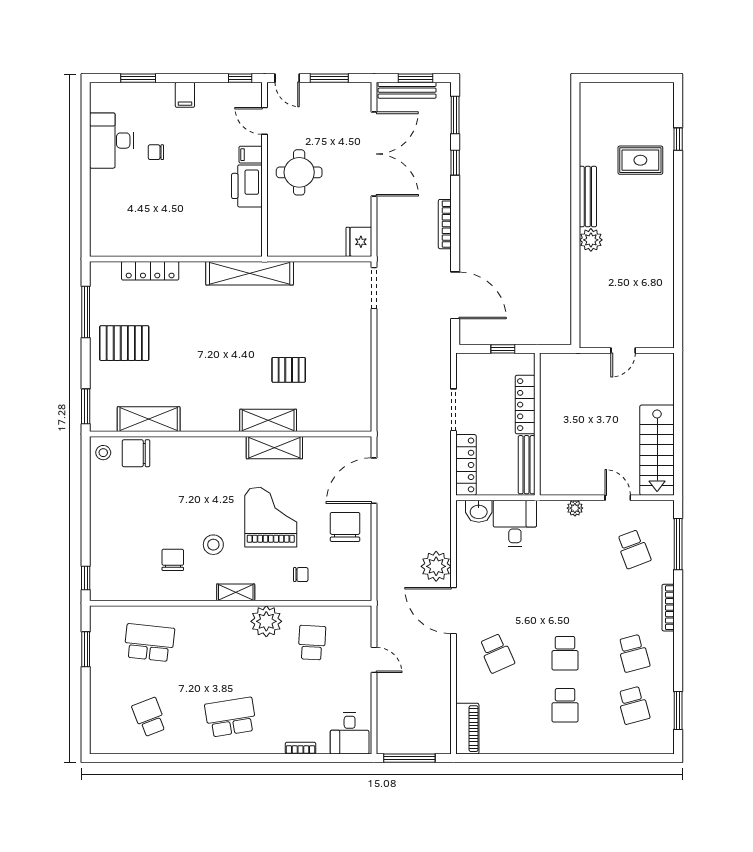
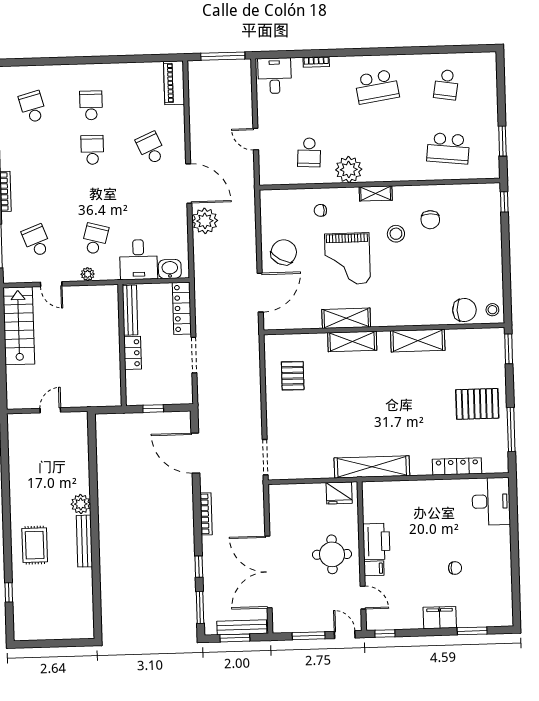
filing cabinet: (185, 95) -> (440, 618), width x2.00
desk: (111, 141) -> (491, 501), moved
rug: (640, 160) -> (35, 545), moved, turned 90
fridge: (359, 242) -> (339, 493), moved, turned 90
pallet: (289, 370) -> (293, 376), moved, turned 90
locker: (525, 405) -> (133, 353), width x0.66
shelving: (149, 419) -> (418, 341), moved
chair: (345, 527) -> (284, 252), turned -152
school desk: (633, 653) -> (95, 239), moved, turned 30
school desk: (149, 717) -> (446, 85), turned 30

